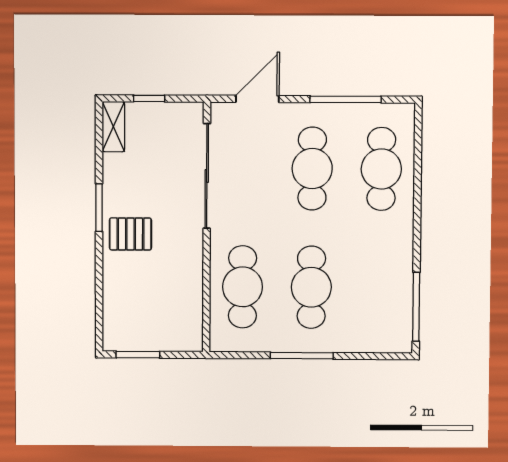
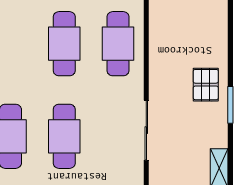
sliding door: (207, 176) -> (146, 130), width x0.73
pallet: (130, 234) -> (206, 85), turned 90

